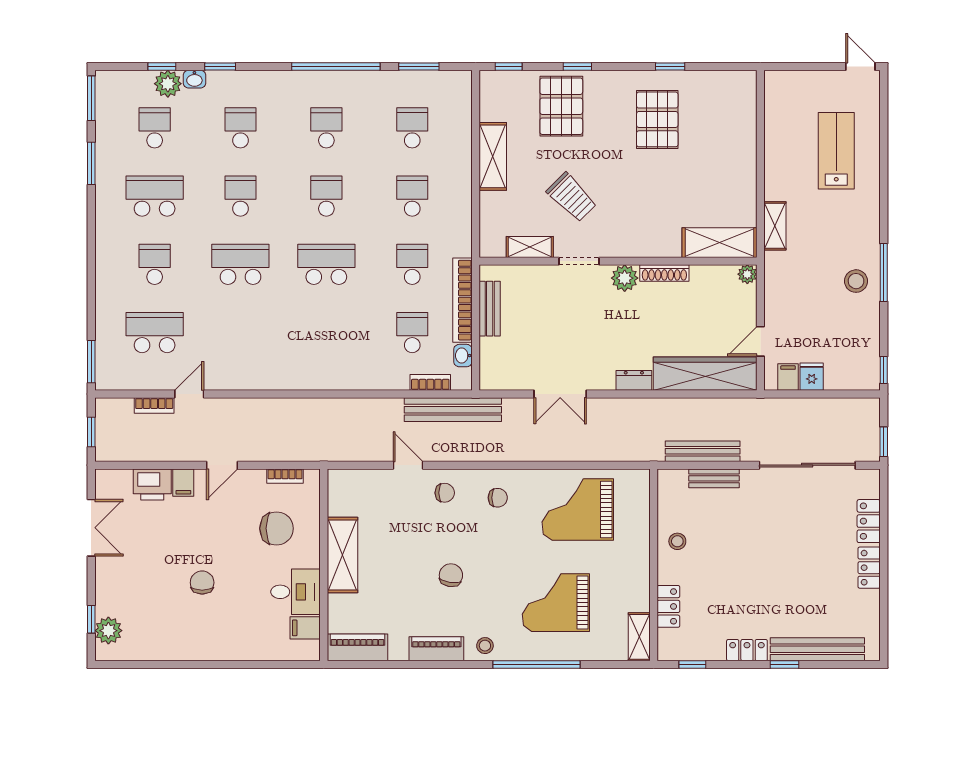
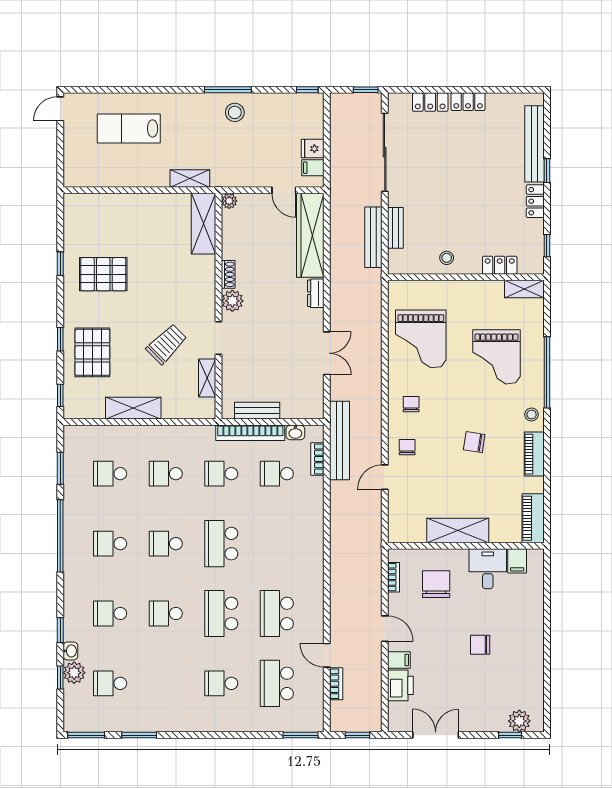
pallet: (561, 106) -> (92, 352), turned 90
school desk: (155, 196) -> (277, 613), moved
shoe rack: (664, 273) -> (228, 274), width x0.70

